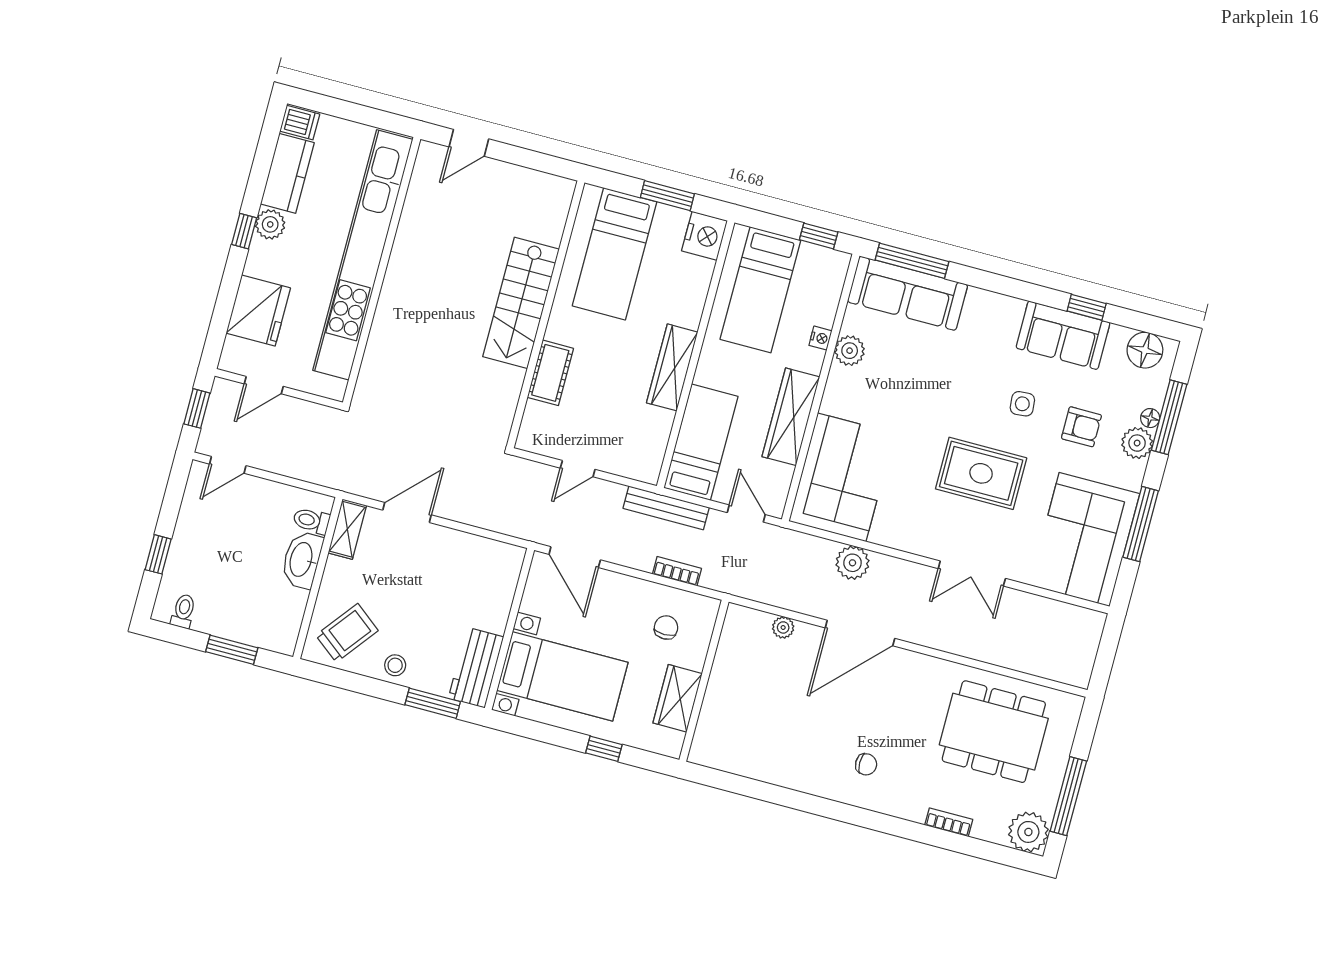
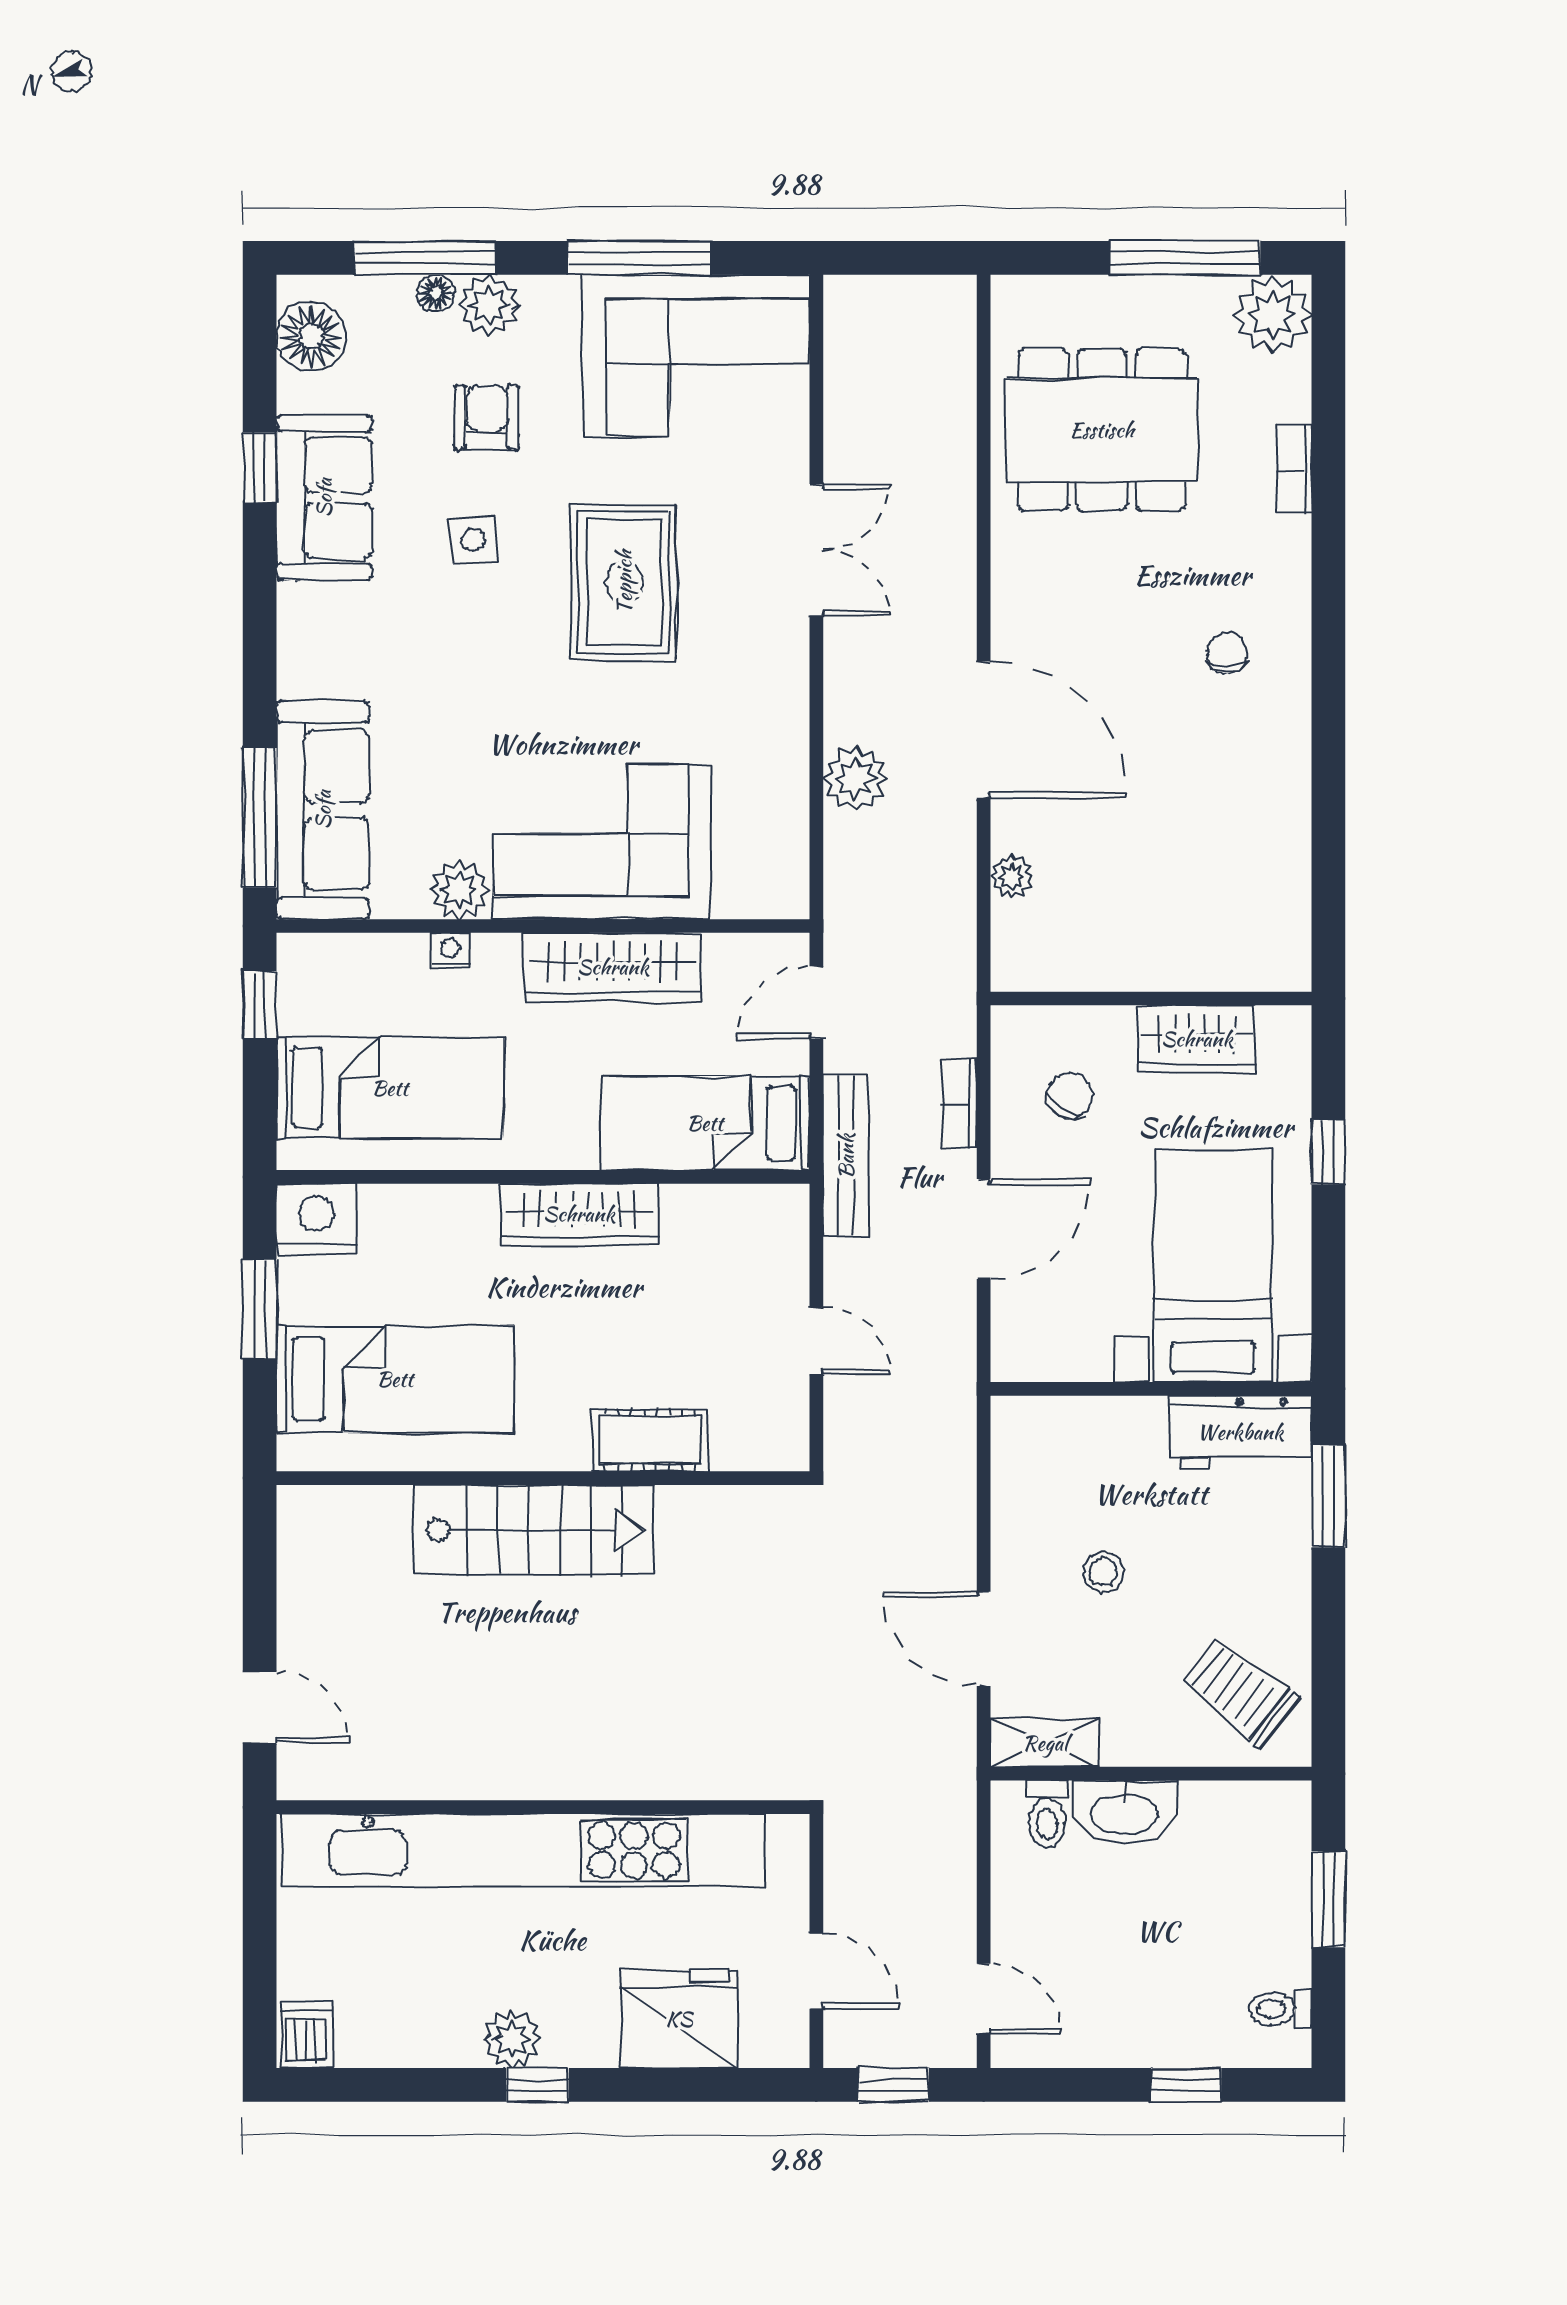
kitchen counter: (287, 173) -> (407, 2033), removed
corner sofa: (842, 477) -> (602, 842), moved
door: (575, 557) -> (984, 1229), moved
chair: (666, 627) -> (1070, 1096), turned 121
stool: (395, 665) -> (1103, 1572), moved
dining table: (994, 732) -> (1102, 430), turned 90

